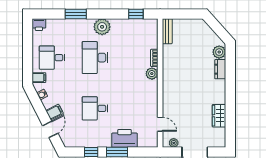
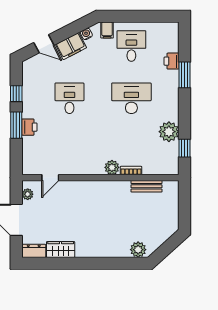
printer: (39, 25) -> (172, 61), moved
plant: (102, 27) -> (169, 132), moved
bench: (167, 31) -> (146, 186), moved
dresser: (220, 69) -> (34, 251), moved
filing cabinet: (55, 112) -> (71, 46), width x2.00
printer: (124, 138) -> (29, 127), width x0.53, depth x0.68

